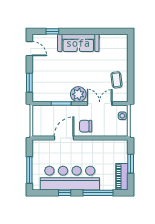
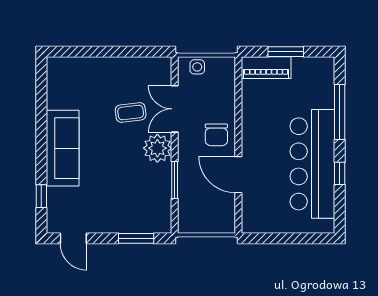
door: (29, 49) -> (73, 238), swing flipped
coffee table: (116, 80) -> (131, 112), moved
window: (29, 170) -> (297, 238), removed
piano: (122, 177) -> (266, 68), moved

